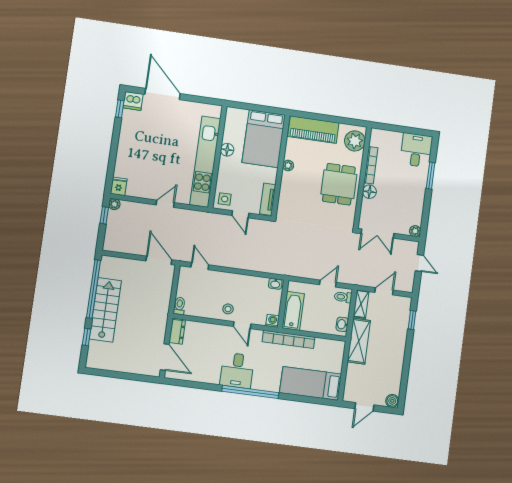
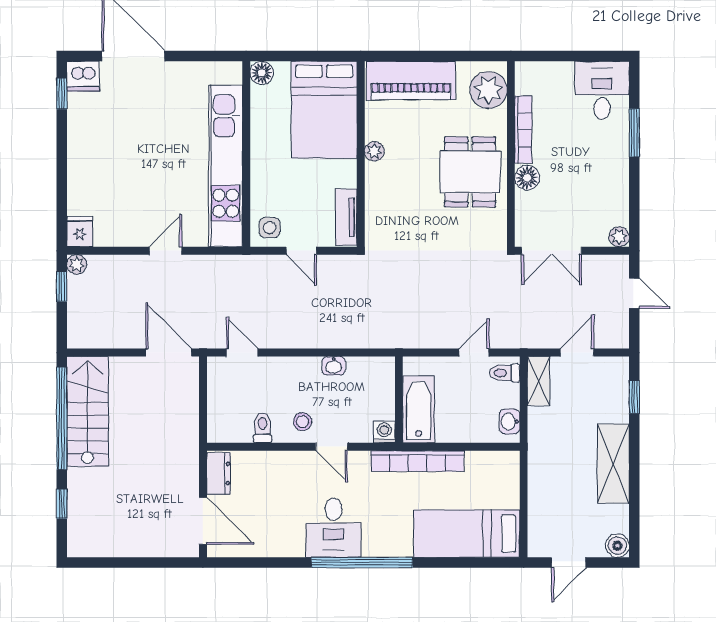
floor lamp: (227, 150) -> (262, 73), moved
washbasin: (275, 284) -> (334, 366), moved
toilet: (179, 306) -> (262, 428), moved
stairs: (105, 310) -> (88, 411), moved
shelving: (359, 341) -> (613, 464), moved

